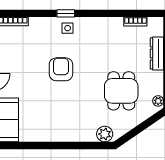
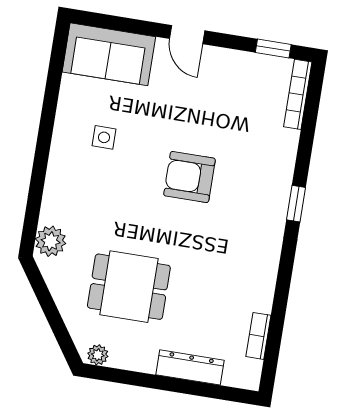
side table: (68, 28) -> (104, 137), moved
armchair: (61, 69) -> (190, 177), turned 180

